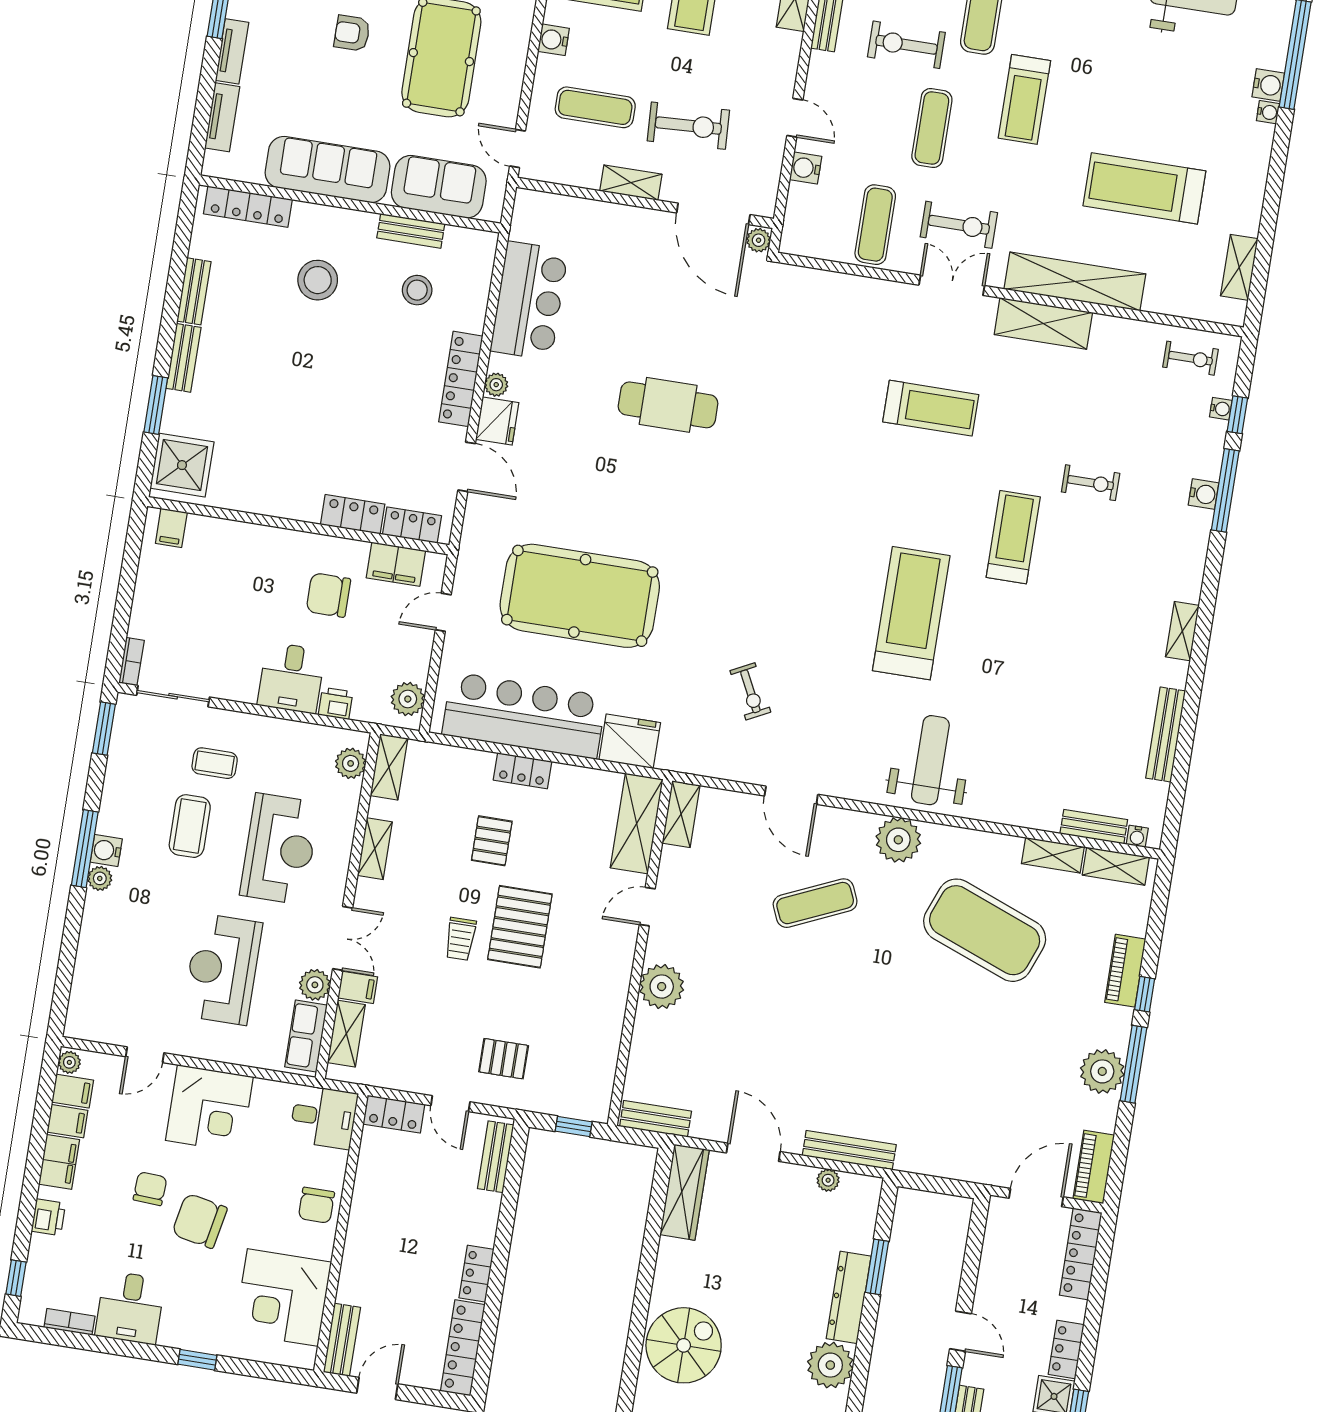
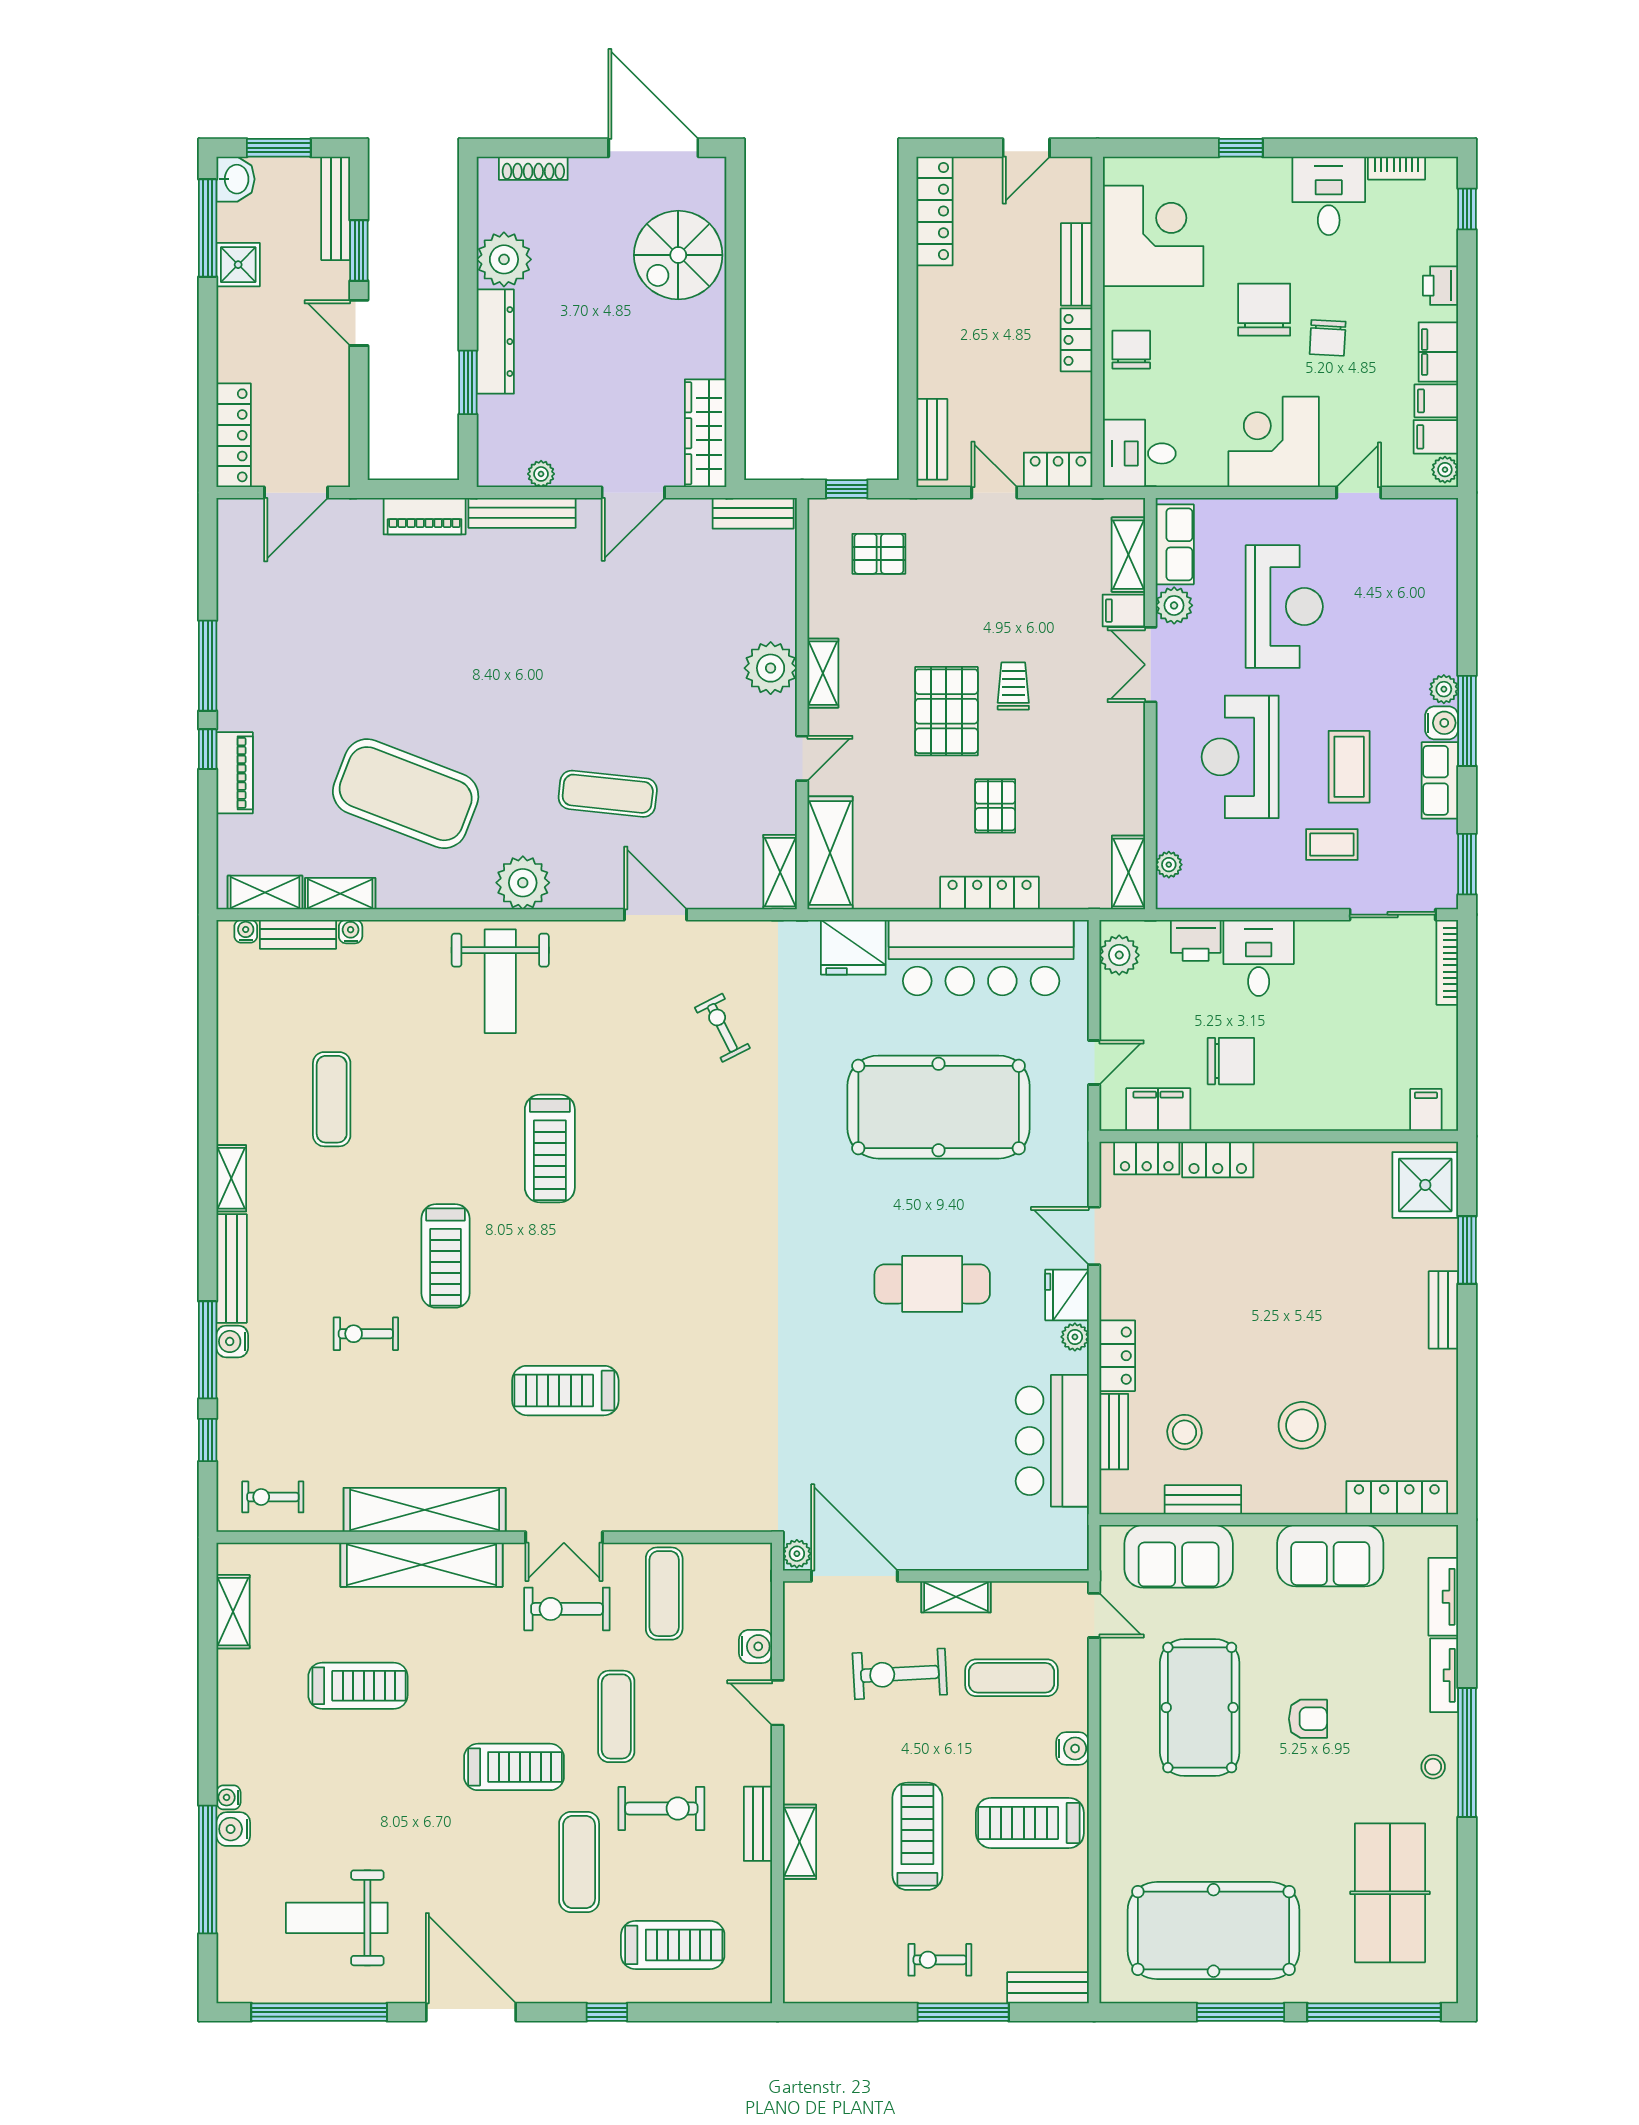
treadmill: (1024, 99) -> (514, 1767), turned 90
sofa: (328, 170) -> (1330, 1556), width x0.73
treadmill: (1144, 188) -> (358, 1686), width x0.73, depth x0.73
bench: (194, 291) -> (1114, 1432), moved
shelving: (1043, 324) -> (425, 1510), width x1.47
locker: (461, 379) -> (1117, 1356), width x0.66
cafe table: (668, 405) -> (932, 1284), moved
water cooler: (1221, 409) -> (351, 932), moved, turned 90
treadmill: (911, 613) -> (550, 1149), width x0.73, depth x0.73
bookcase: (132, 662) -> (1447, 962), width x1.56
exercise mat: (1088, 684) -> (332, 1099), added
printer: (336, 703) -> (1196, 940), width x1.36, depth x1.24
bench: (1166, 734) -> (232, 1269), moved
plant: (351, 763) -> (1169, 865), width x0.73, depth x0.73
locker: (522, 771) -> (990, 893), width x1.53
row of seats: (115, 802) -> (1440, 780), added
shelving: (375, 849) -> (823, 673), moved
exercise mat: (815, 903) -> (608, 794), turned 30
pallet: (504, 1059) -> (879, 554), moved
plant: (1102, 1071) -> (243, 651), removed
door: (753, 1152) -> (633, 493), hinge flipped
piano: (1094, 1167) -> (425, 516), moved, turned 90
chair: (200, 1221) -> (1264, 310), turned -101
locker: (476, 1274) -> (1076, 340), moved, turned 180
bench: (342, 1340) -> (1077, 264), moved
locker: (1066, 1349) -> (233, 321), removed

